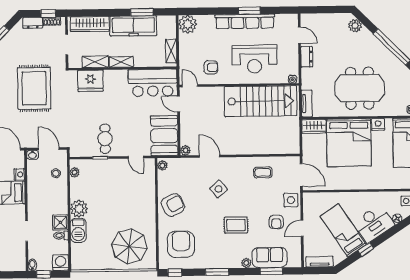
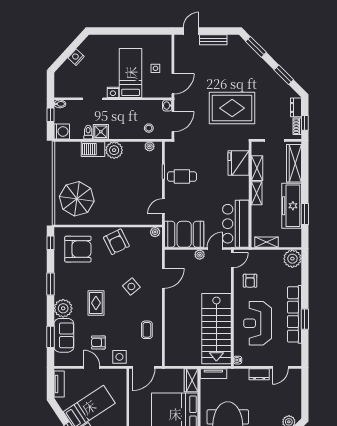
plant: (185, 150) -> (200, 255), moved
nightstand: (19, 174) -> (113, 92), moved
plant: (246, 263) -> (63, 308), width x1.88, depth x1.88

